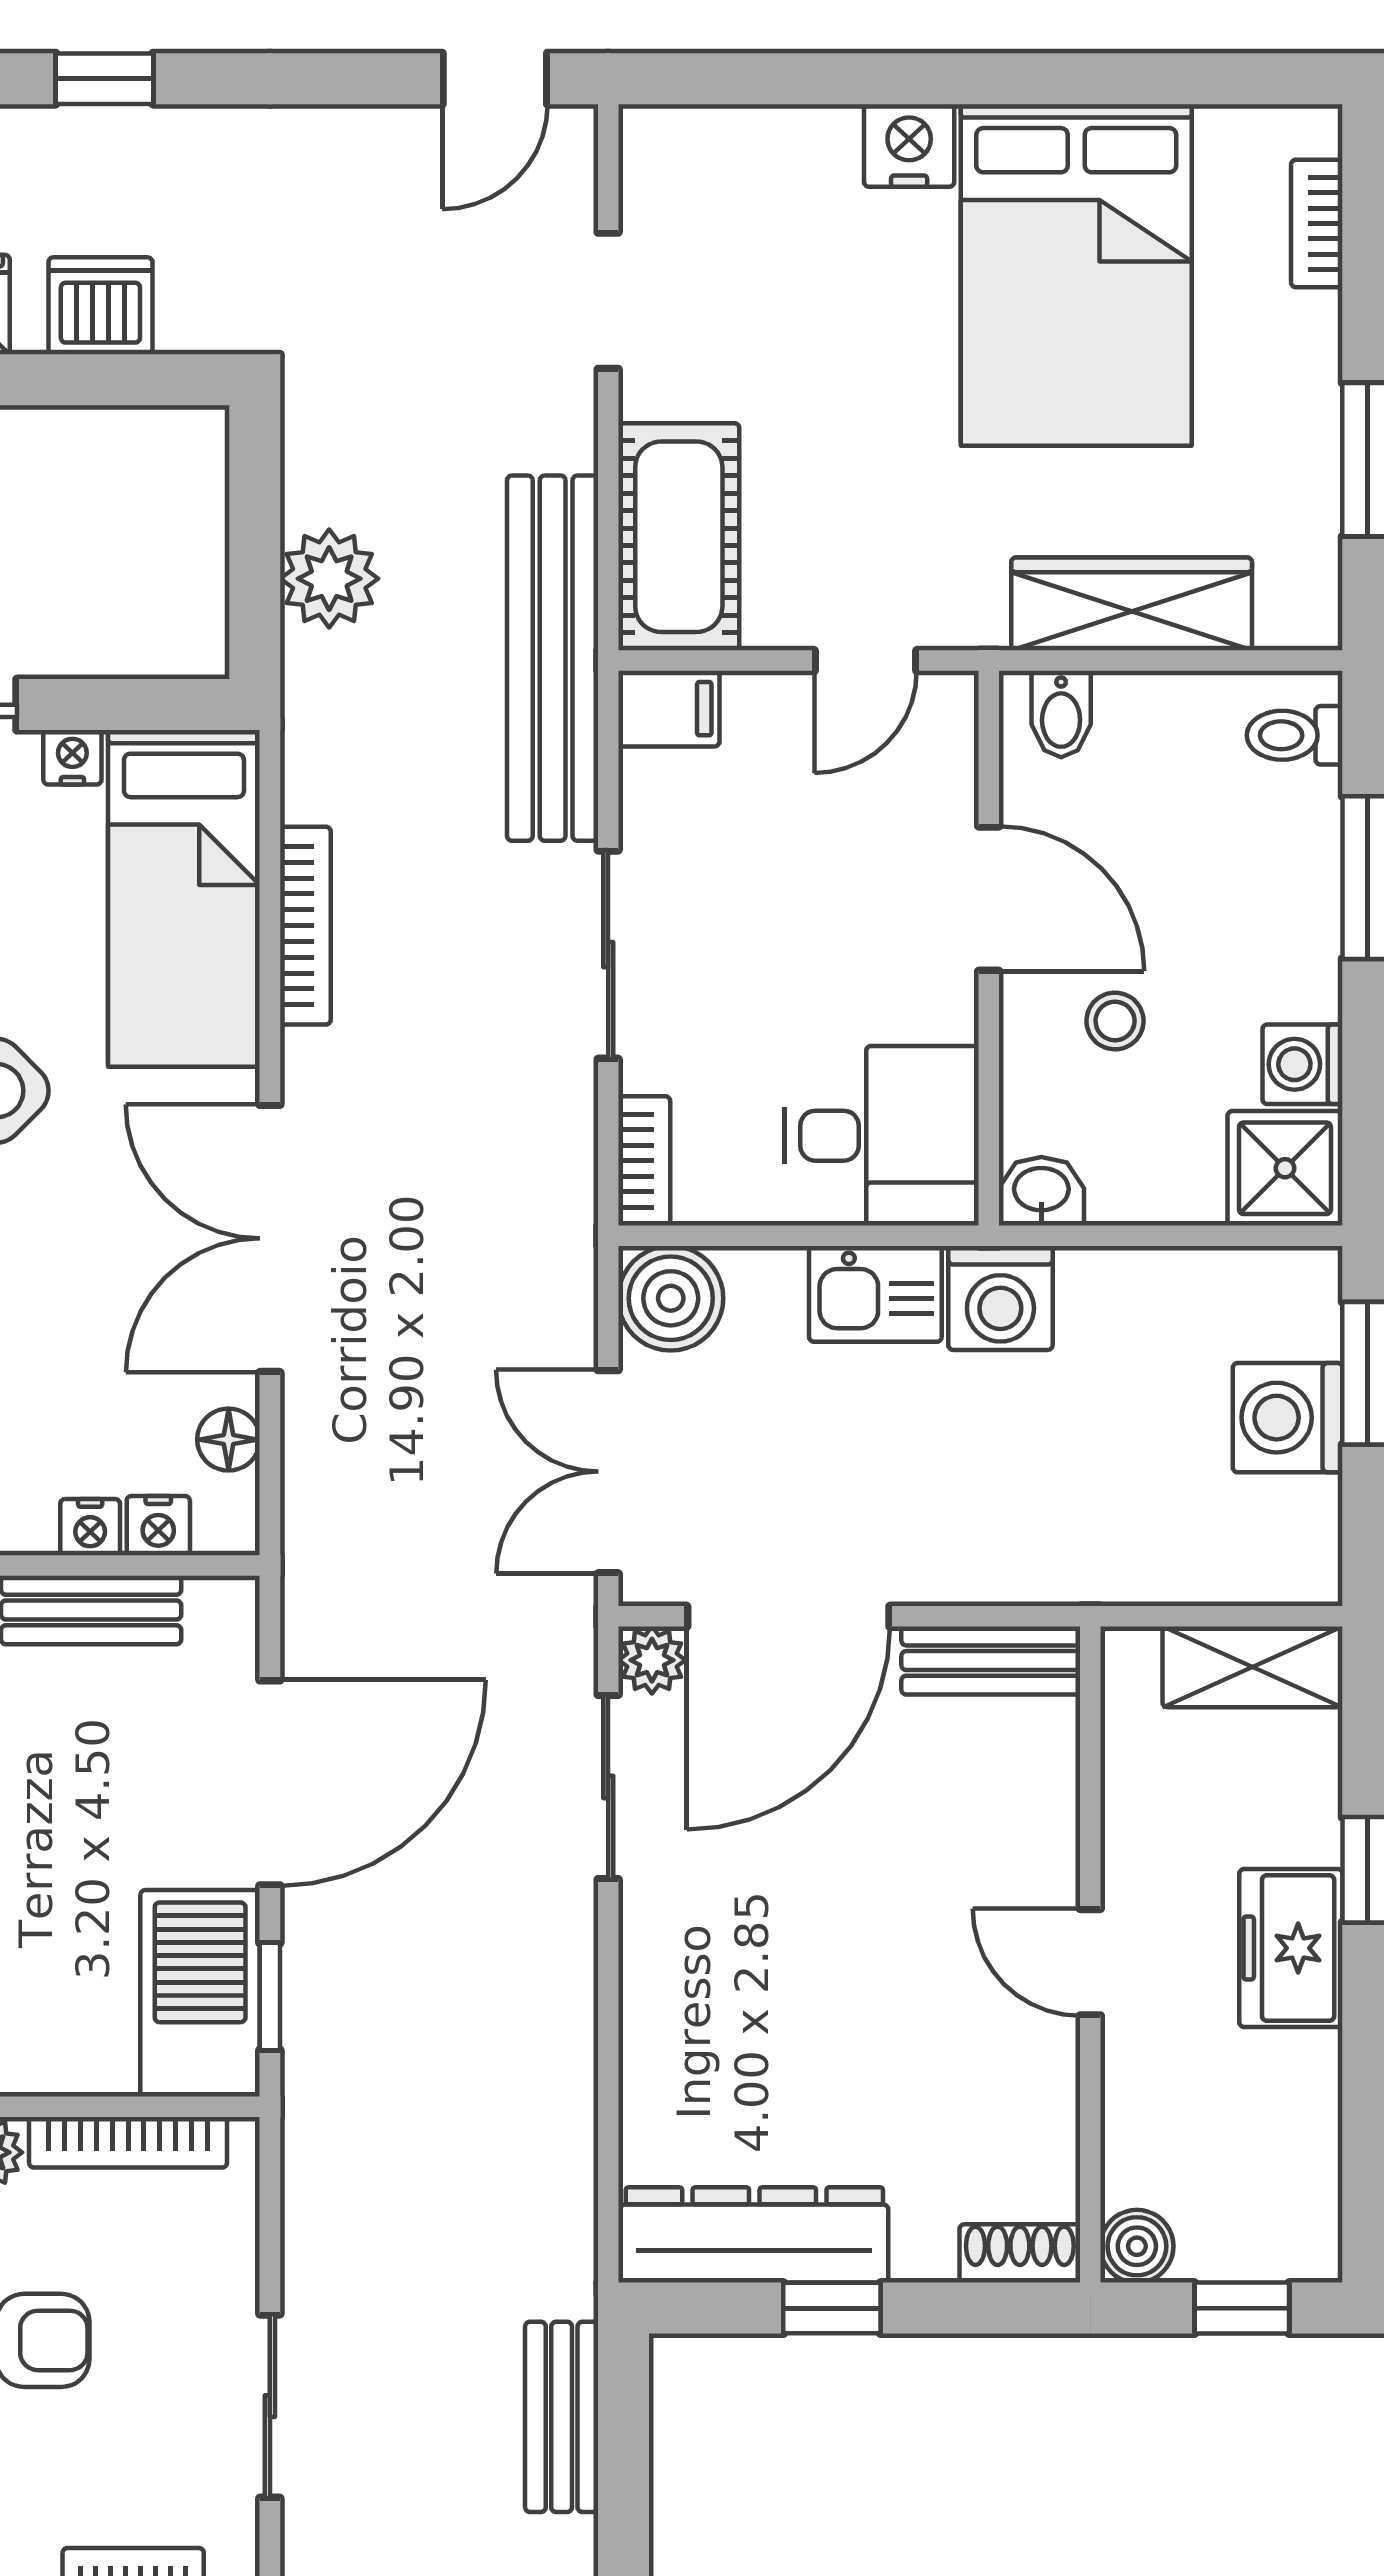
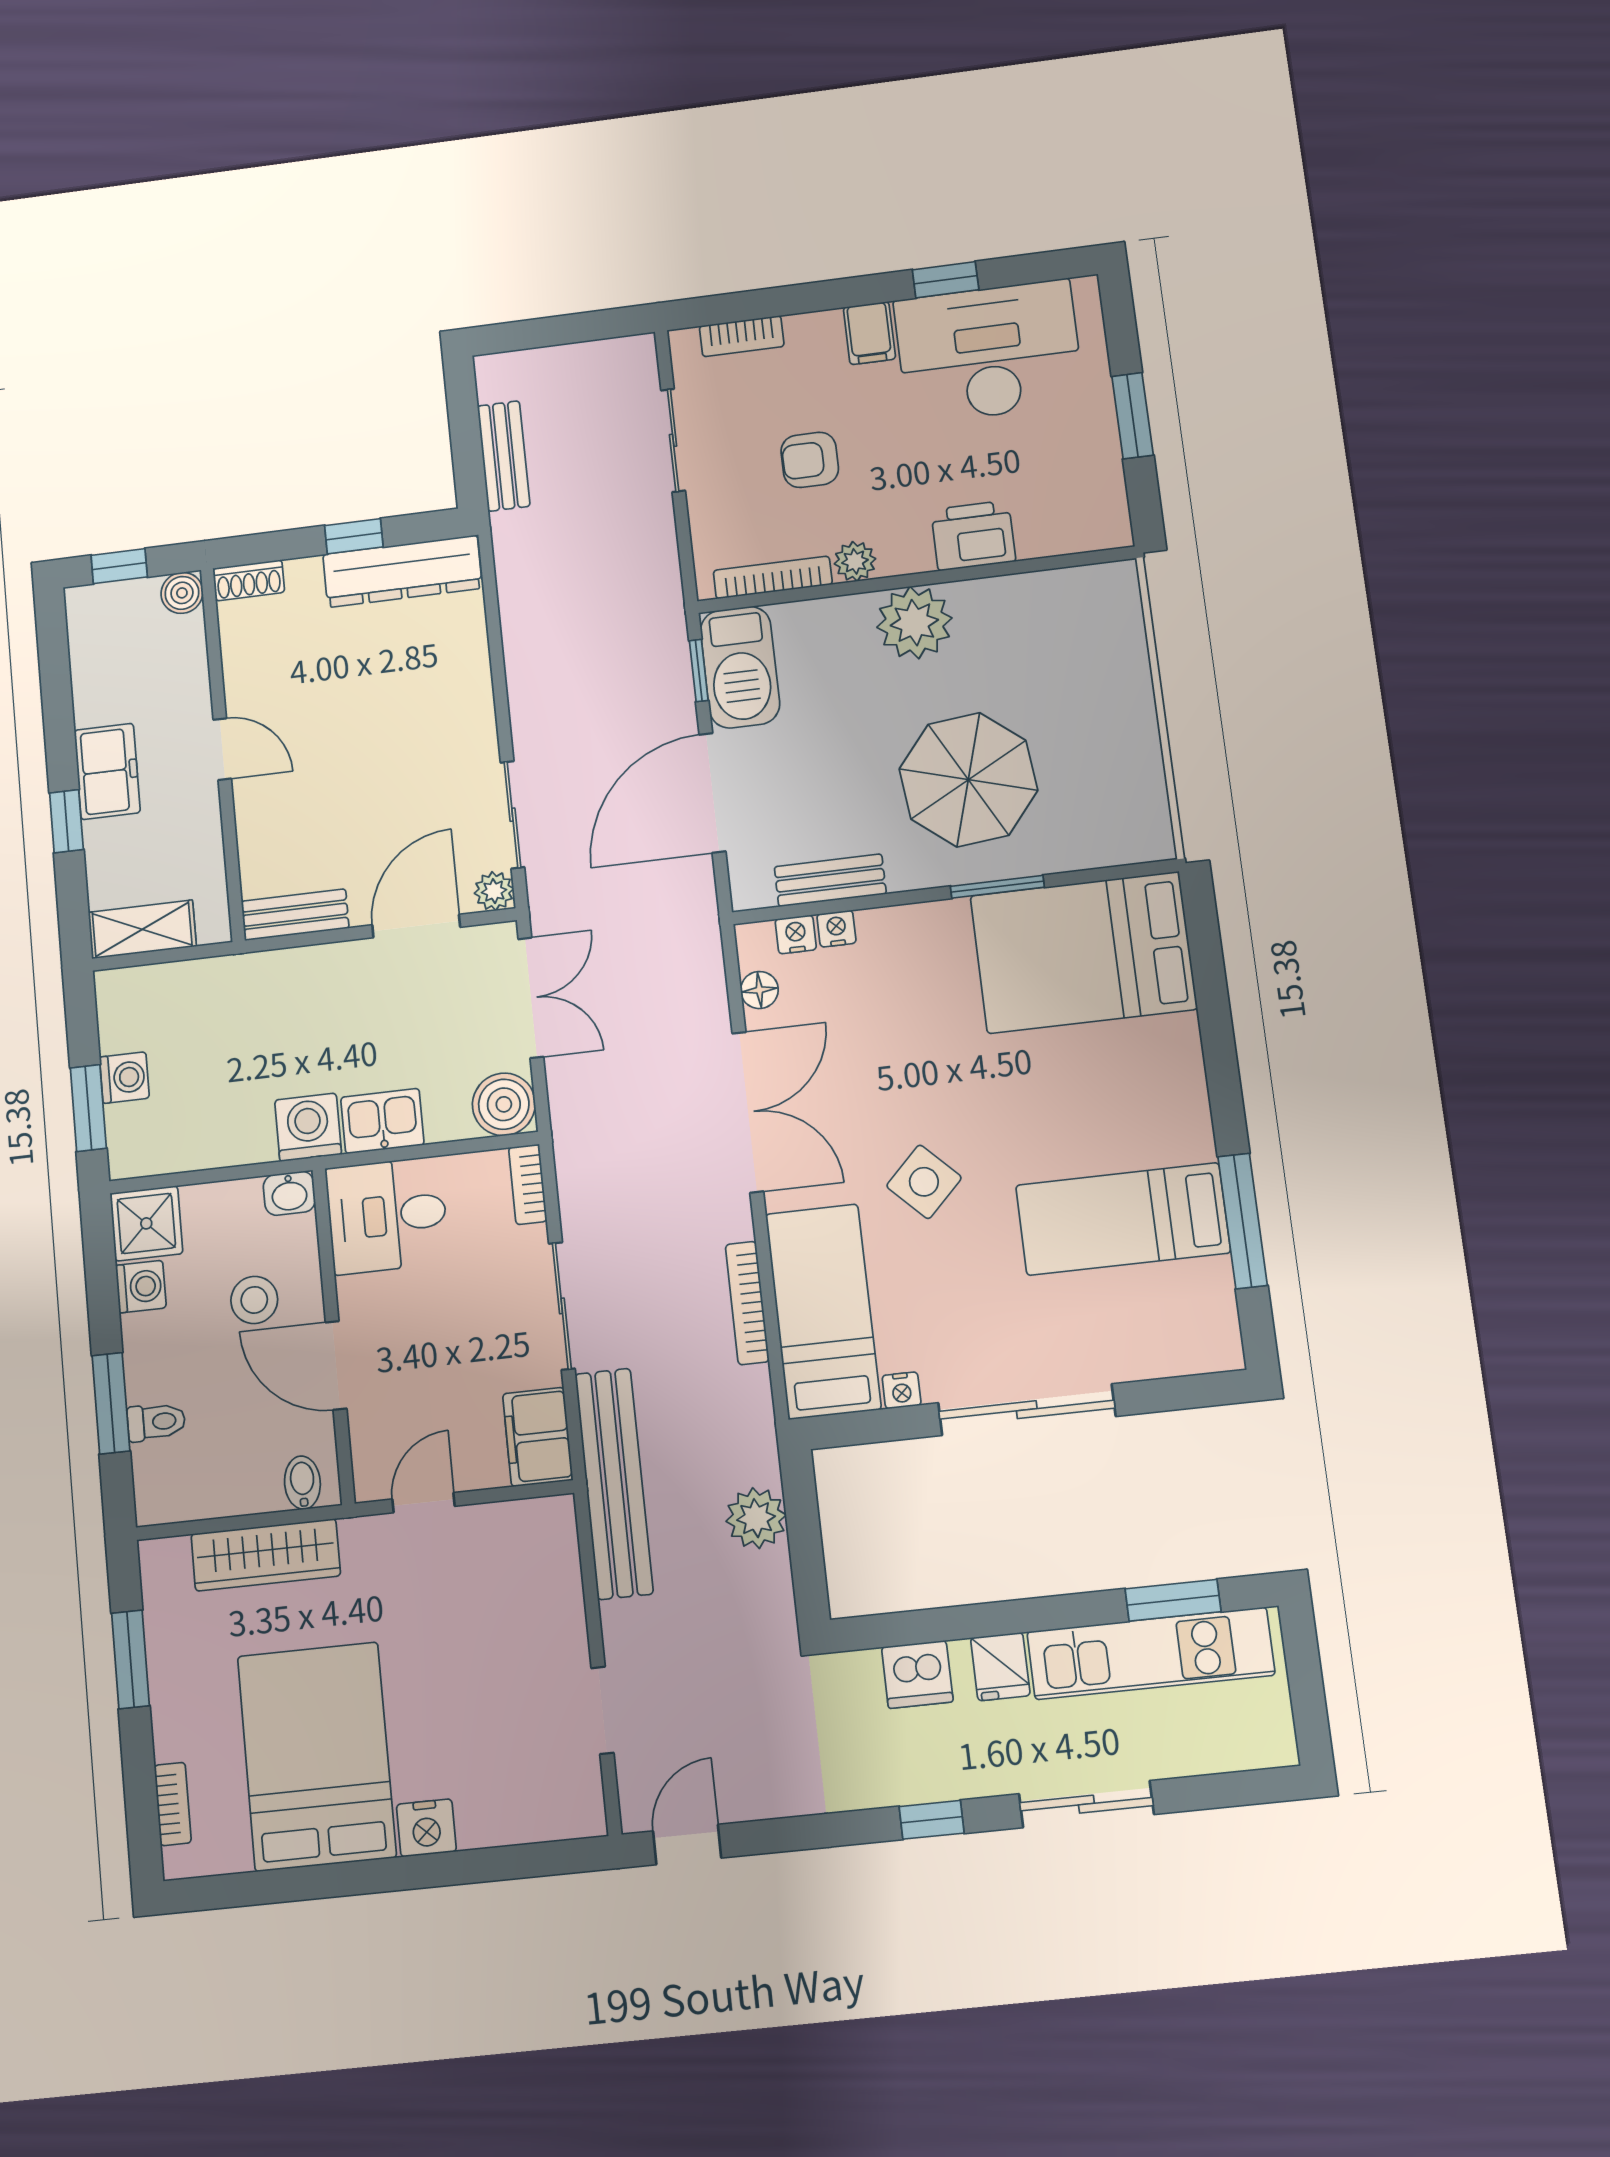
cot: (679, 537) -> (544, 1567), removed
filing cabinet: (669, 709) -> (538, 1437), width x2.00
toilet: (1295, 735) -> (156, 1422), moved
stool: (1115, 1021) -> (254, 1300), width x1.37, depth x1.37
washing machine: (1288, 1418) -> (124, 1078), width x0.73, depth x0.73
door: (788, 1616) -> (416, 926), width x0.73

